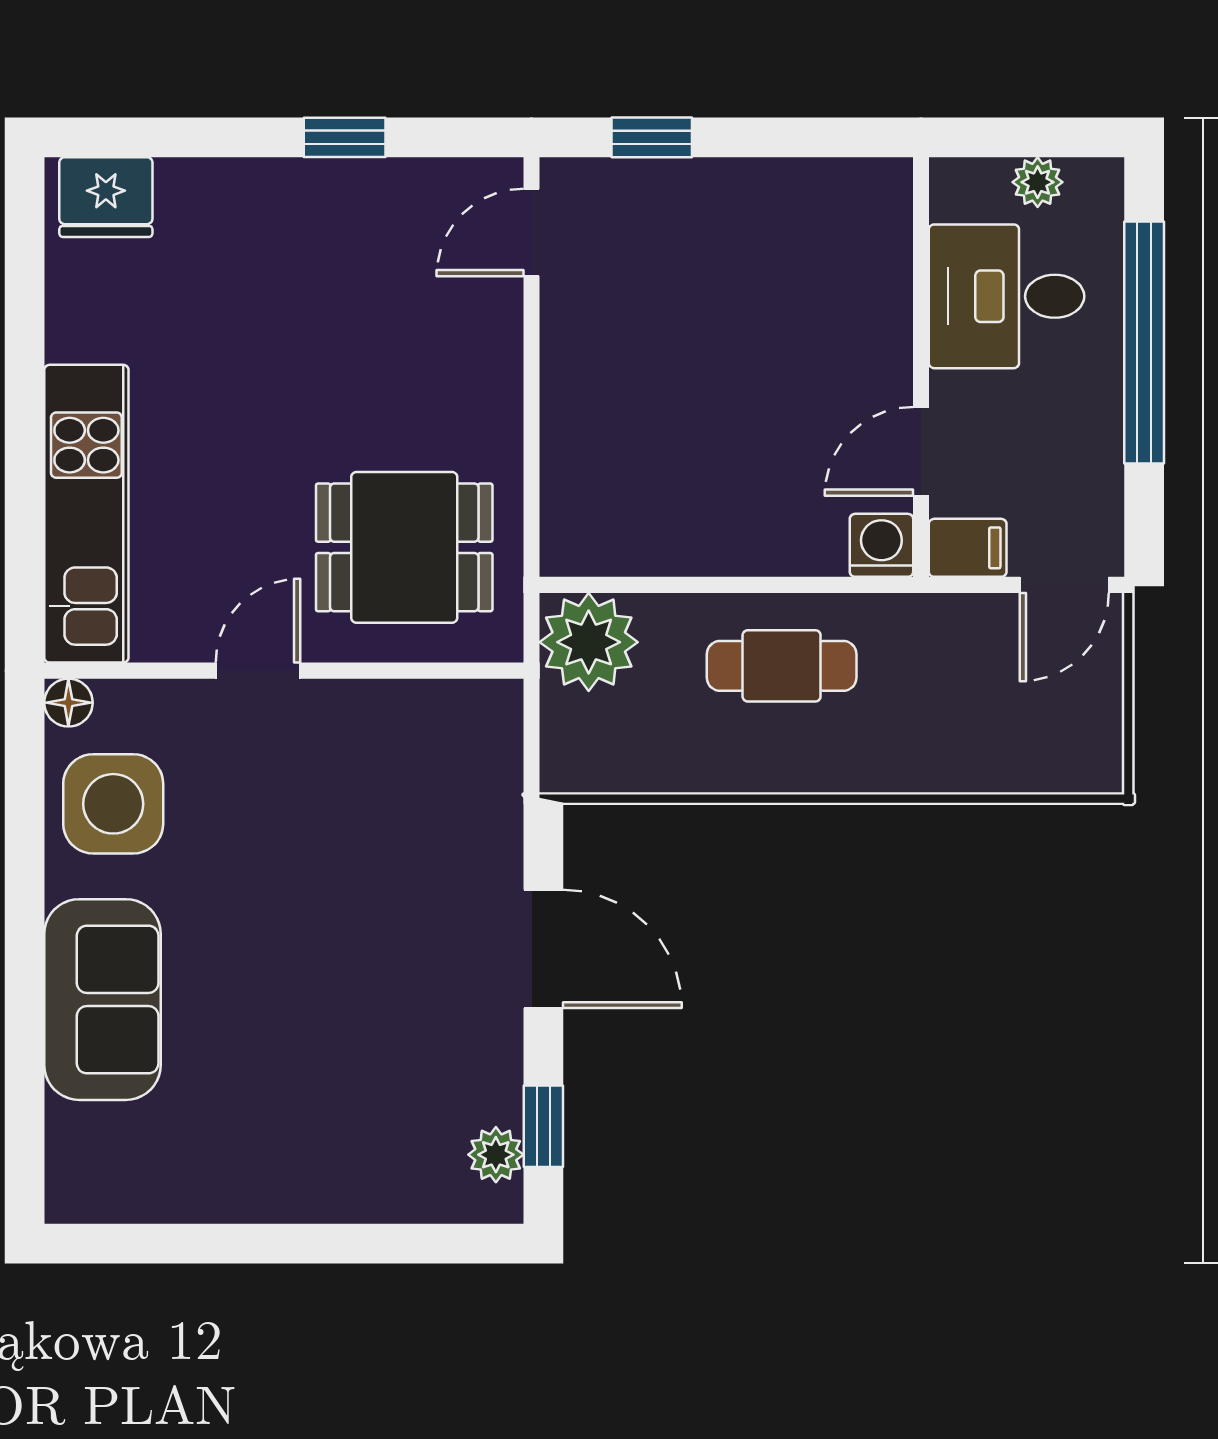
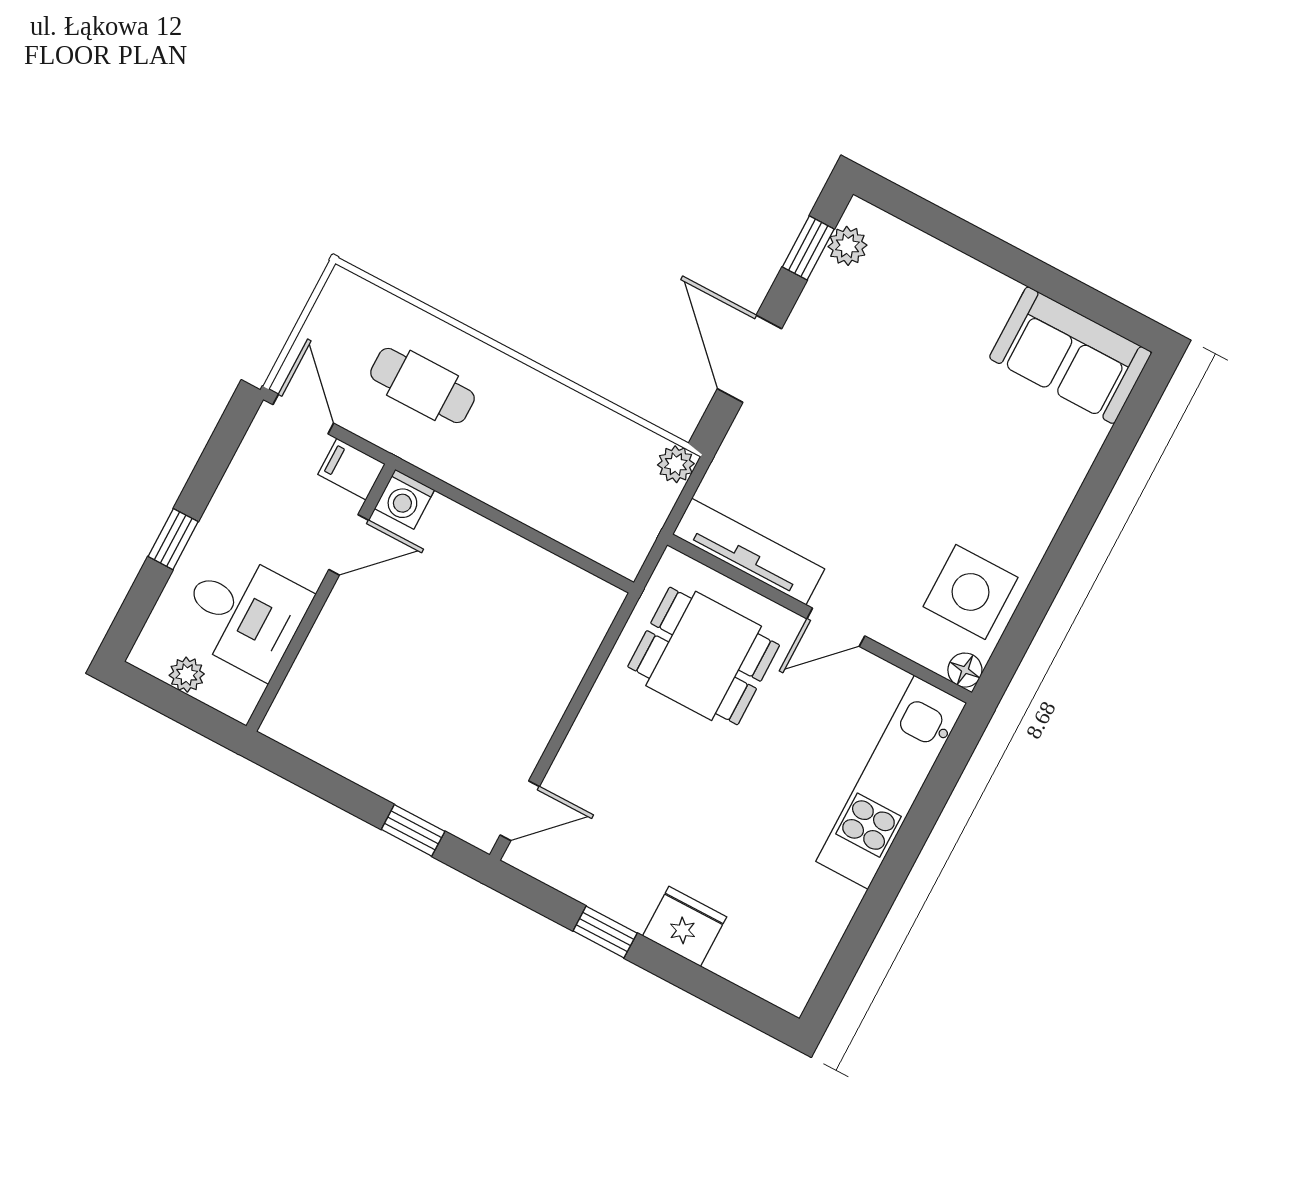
fridge: (106, 197) -> (685, 926), moved
window: (1144, 343) -> (173, 539), width x0.32
door: (1064, 585) -> (303, 414), hinge flipped
plant: (589, 642) -> (676, 464), moved, width x0.53, depth x0.53
cafe table: (782, 666) -> (422, 385), moved
tv unit: (417, 707) -> (749, 552), added
sofa: (103, 1000) -> (1070, 355), moved, turned -90

